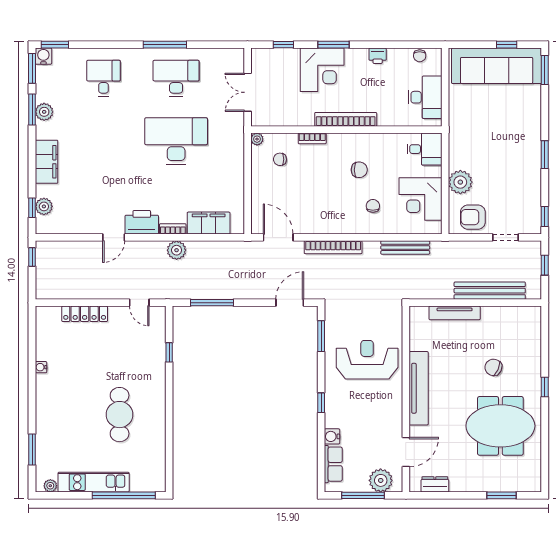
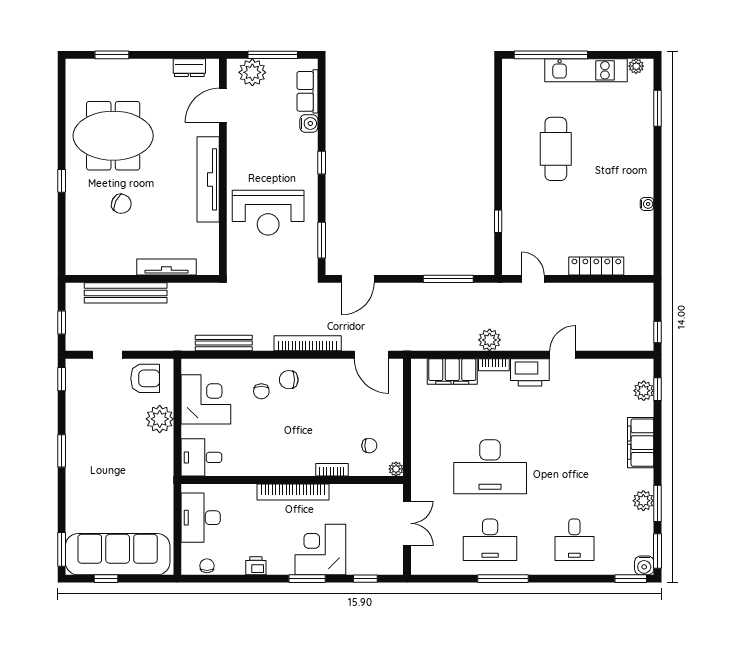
chair: (359, 170) -> (289, 380), moved

